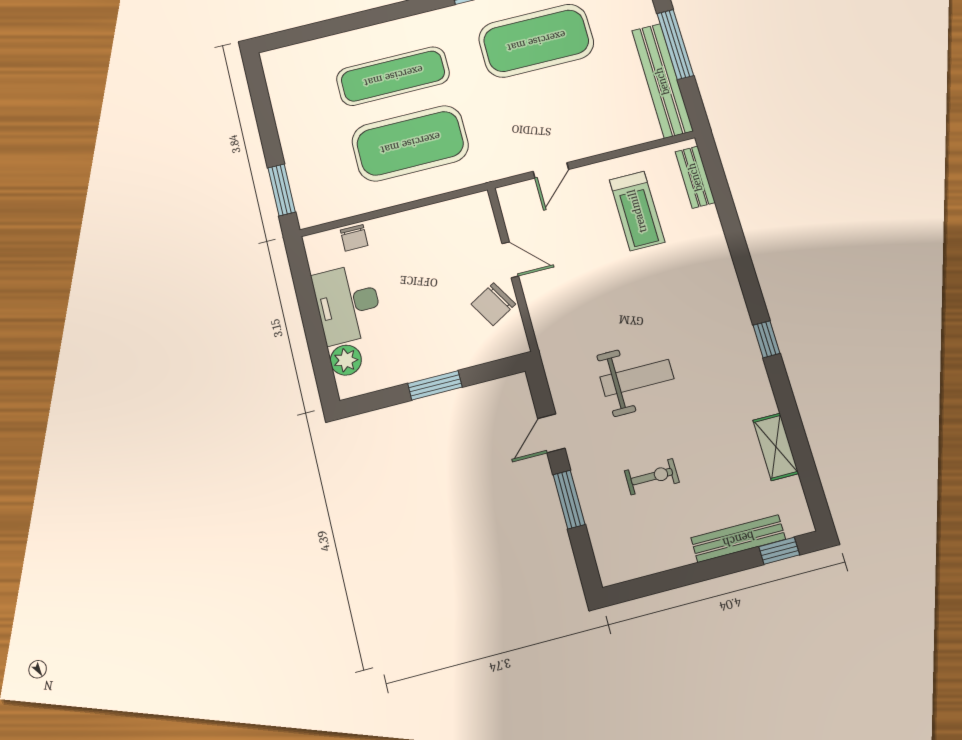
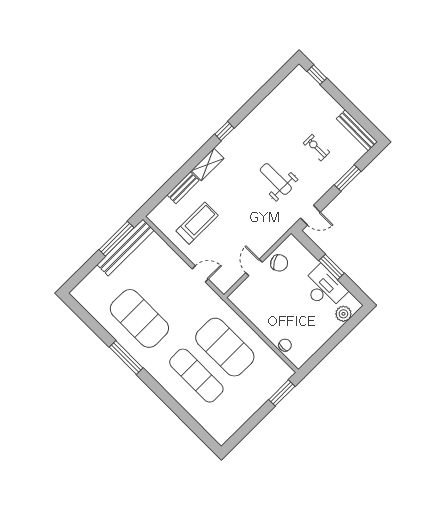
window: (675, 44) -> (116, 239), moved
bench: (695, 177) -> (183, 188), moved
desk: (348, 304) -> (324, 288), moved, turned -90
door: (551, 433) -> (310, 215), moved
shelving: (776, 447) -> (208, 164), moved
bench: (738, 539) -> (357, 130), moved

